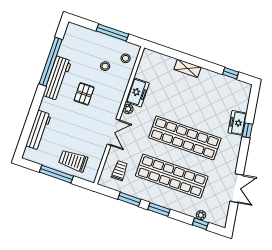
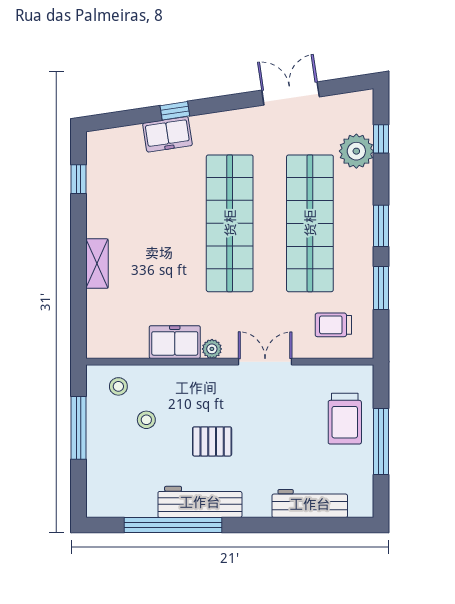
plant: (201, 215) -> (356, 151), width x1.88, depth x1.88

